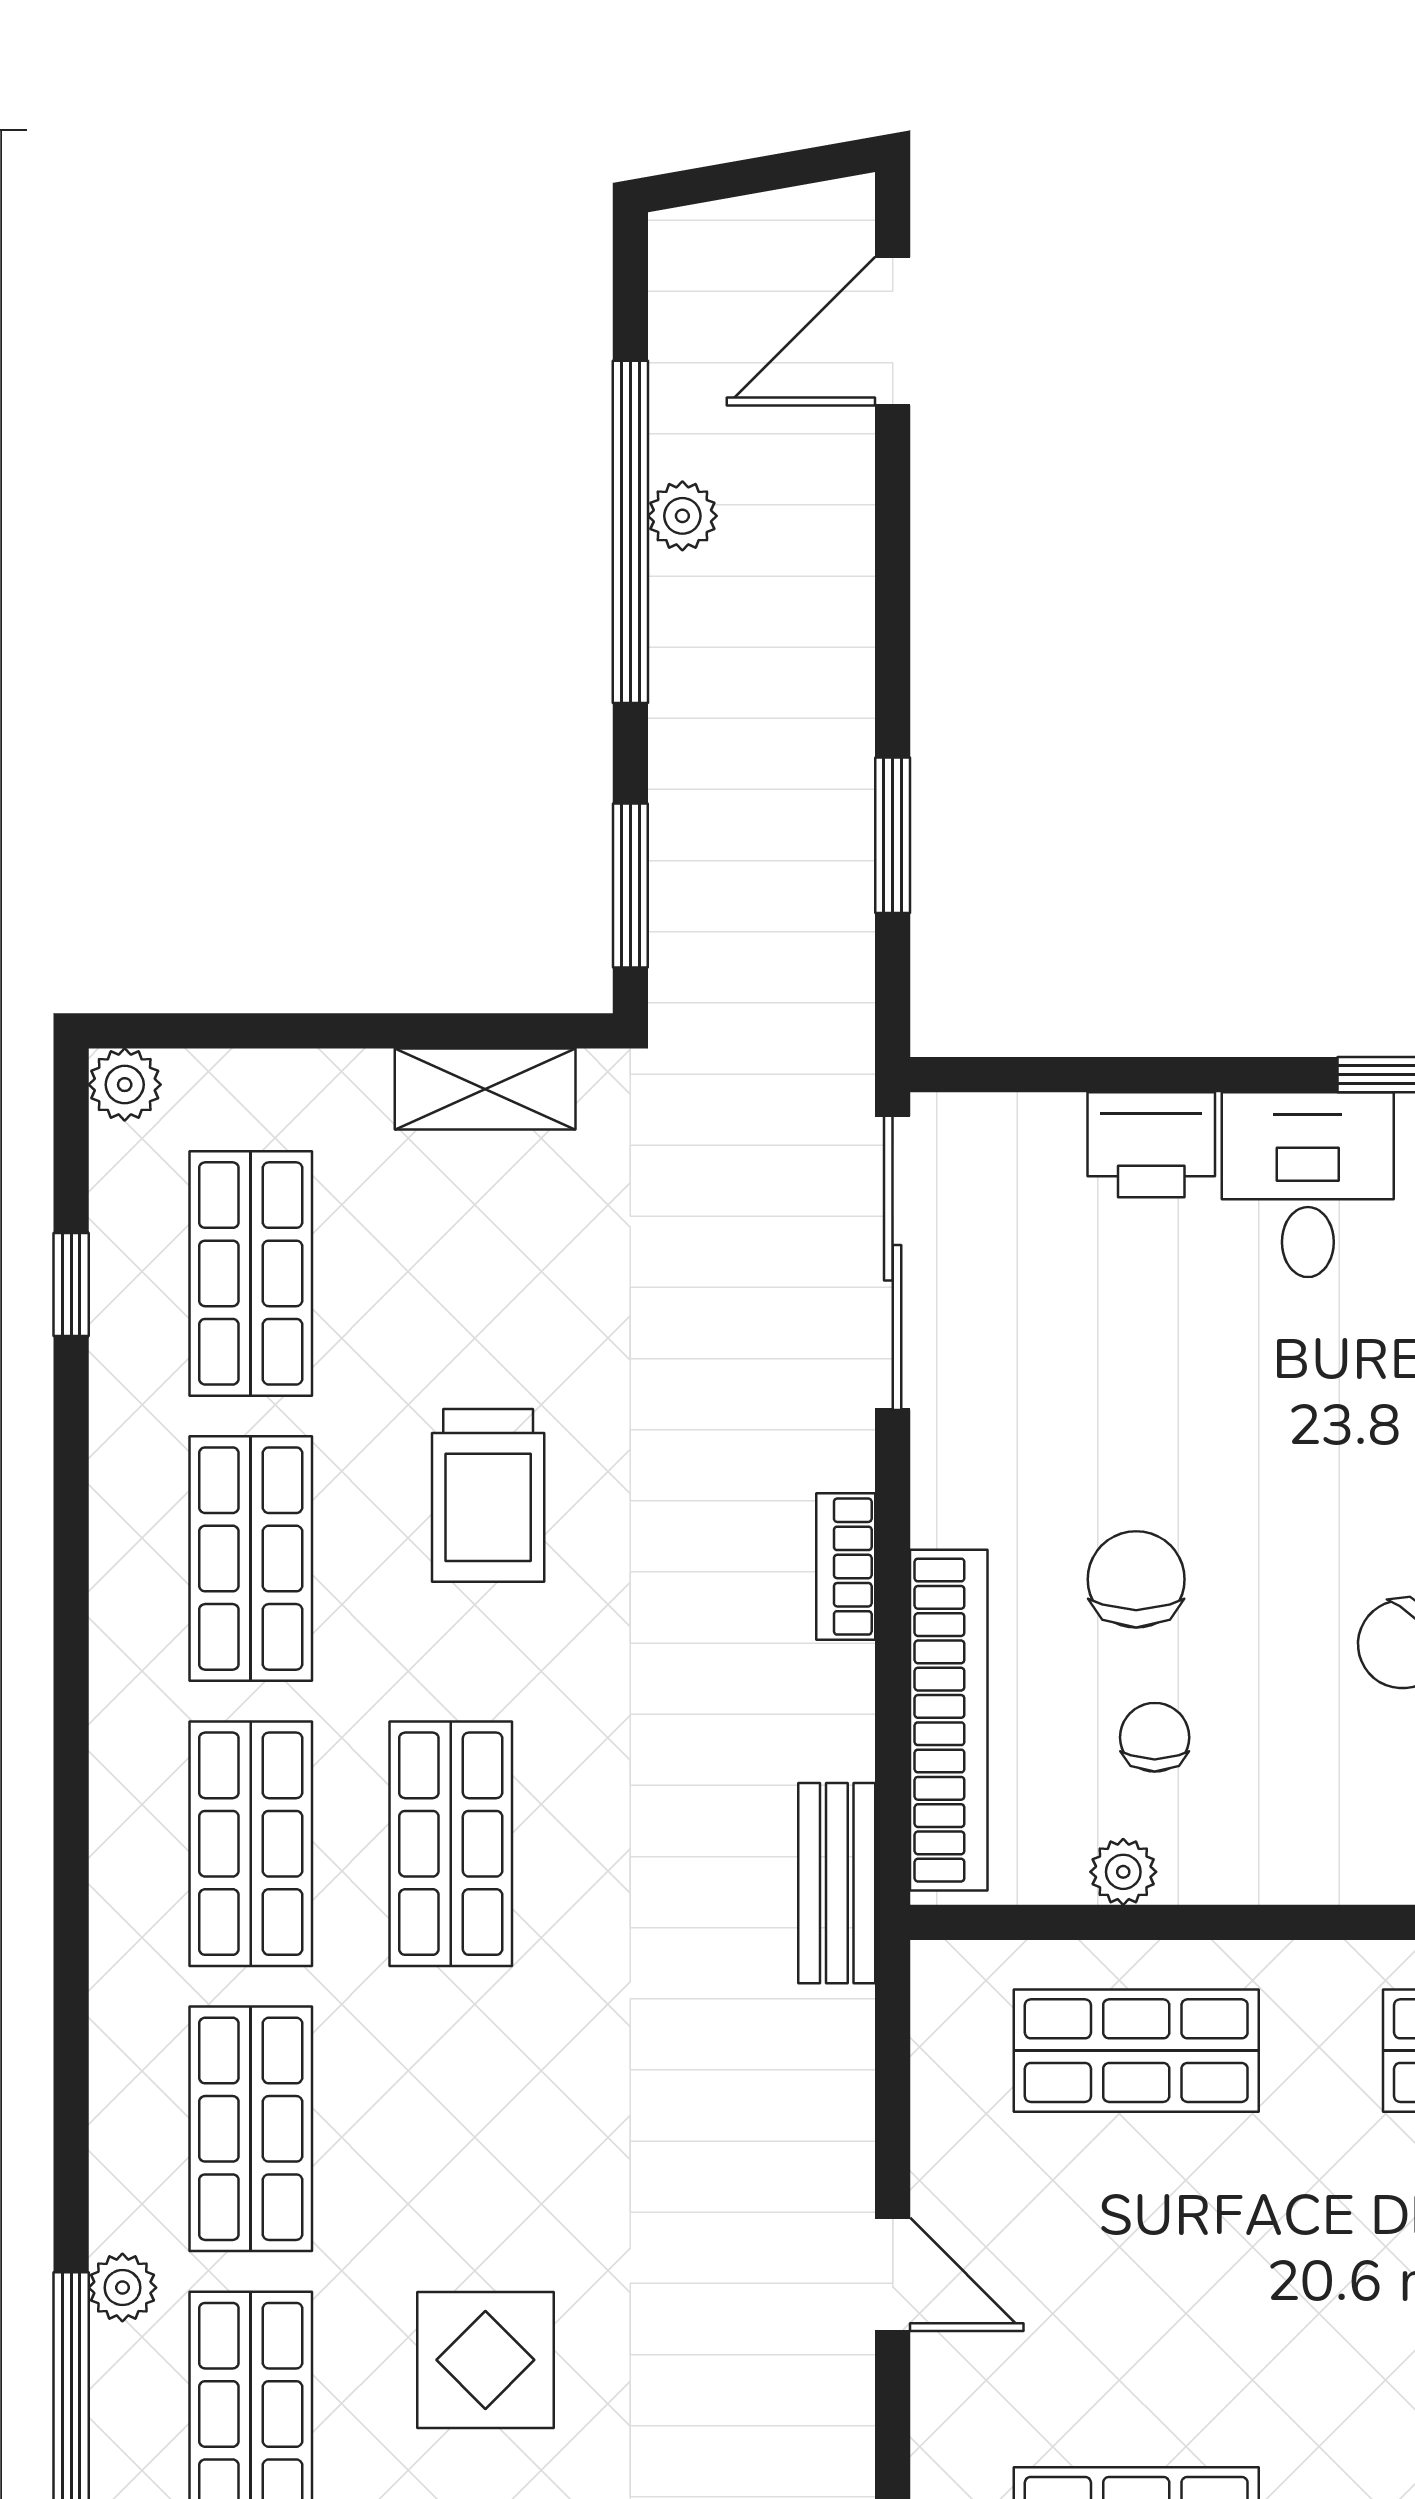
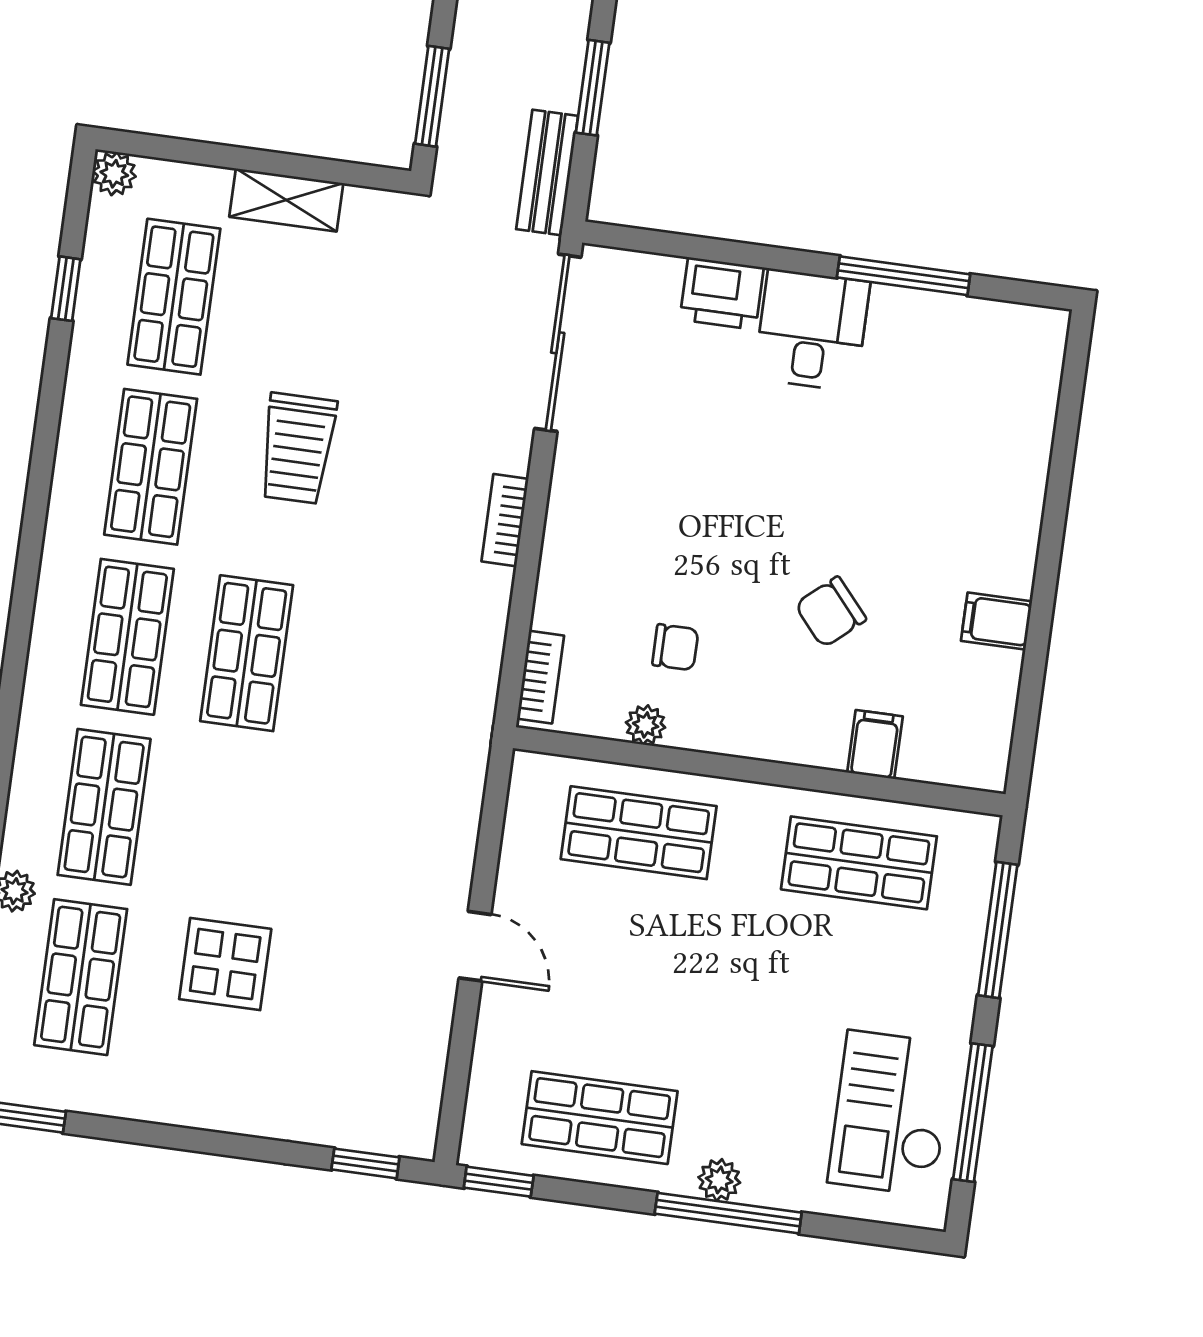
shelving: (485, 1089) -> (286, 200), moved
chair: (1136, 1579) -> (677, 551), removed
bookcase: (949, 1720) -> (540, 677), width x0.43, depth x0.76
chair: (1155, 1737) -> (675, 647), turned 90
bench: (837, 1883) -> (547, 173), moved

